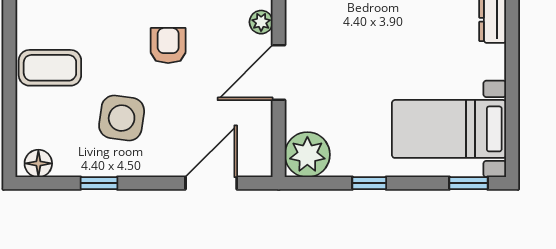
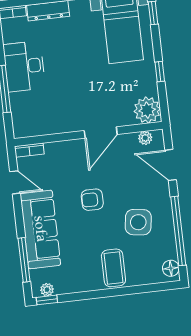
plant: (261, 22) -> (145, 138), moved
door: (279, 73) -> (101, 133), hinge flipped
window: (99, 183) -> (178, 231), width x3.17

